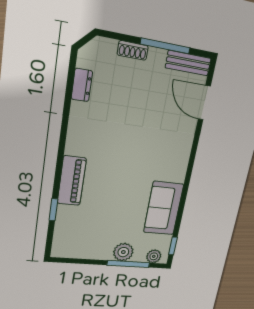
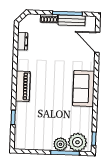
bench: (188, 63) -> (72, 20), moved
piano: (72, 181) -> (23, 86), moved
sofa: (164, 208) -> (84, 89), moved
plant: (154, 256) -> (77, 142), width x1.87, depth x1.87

